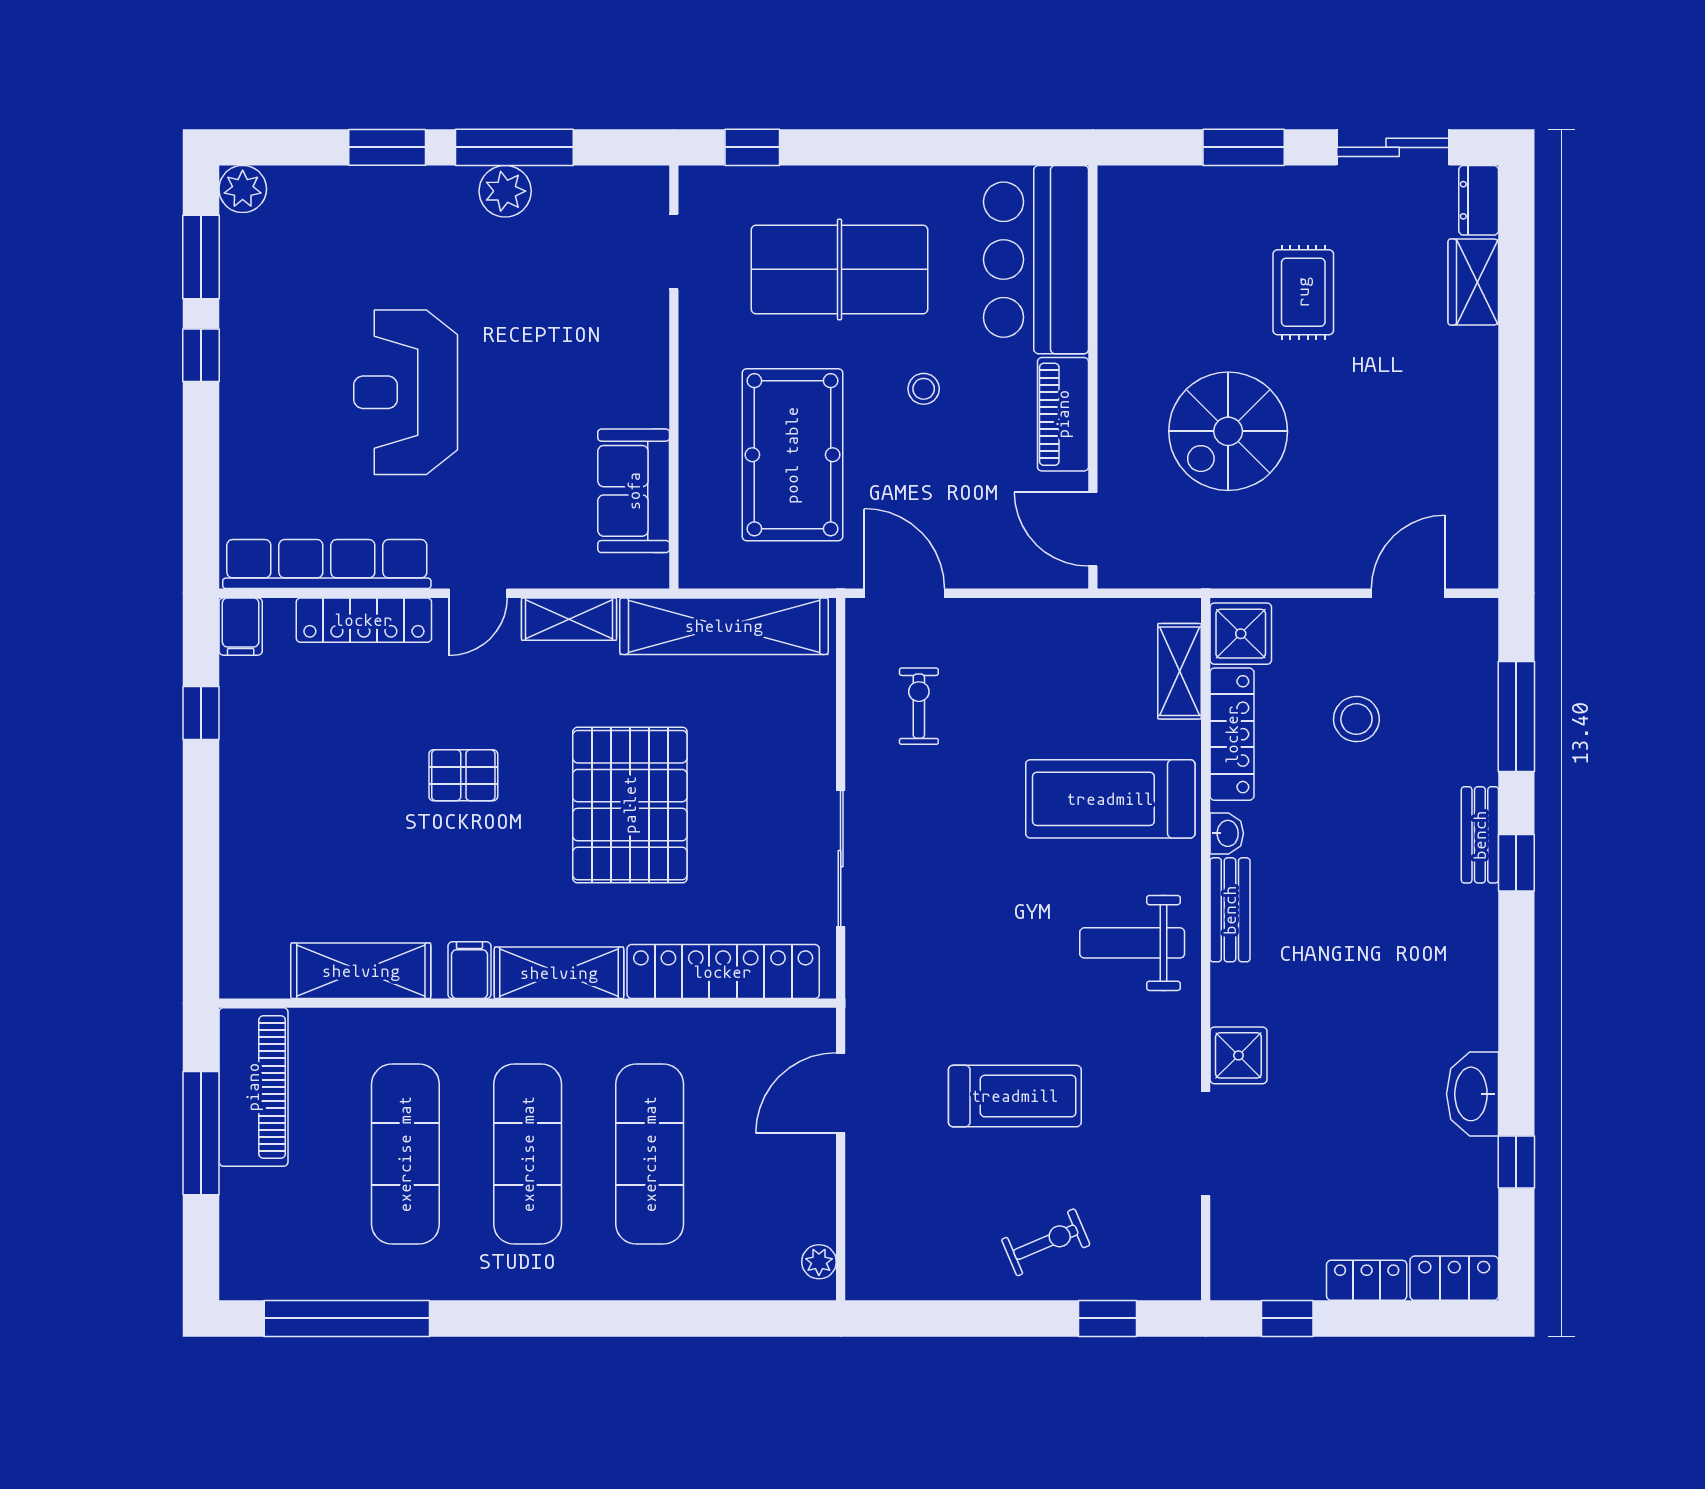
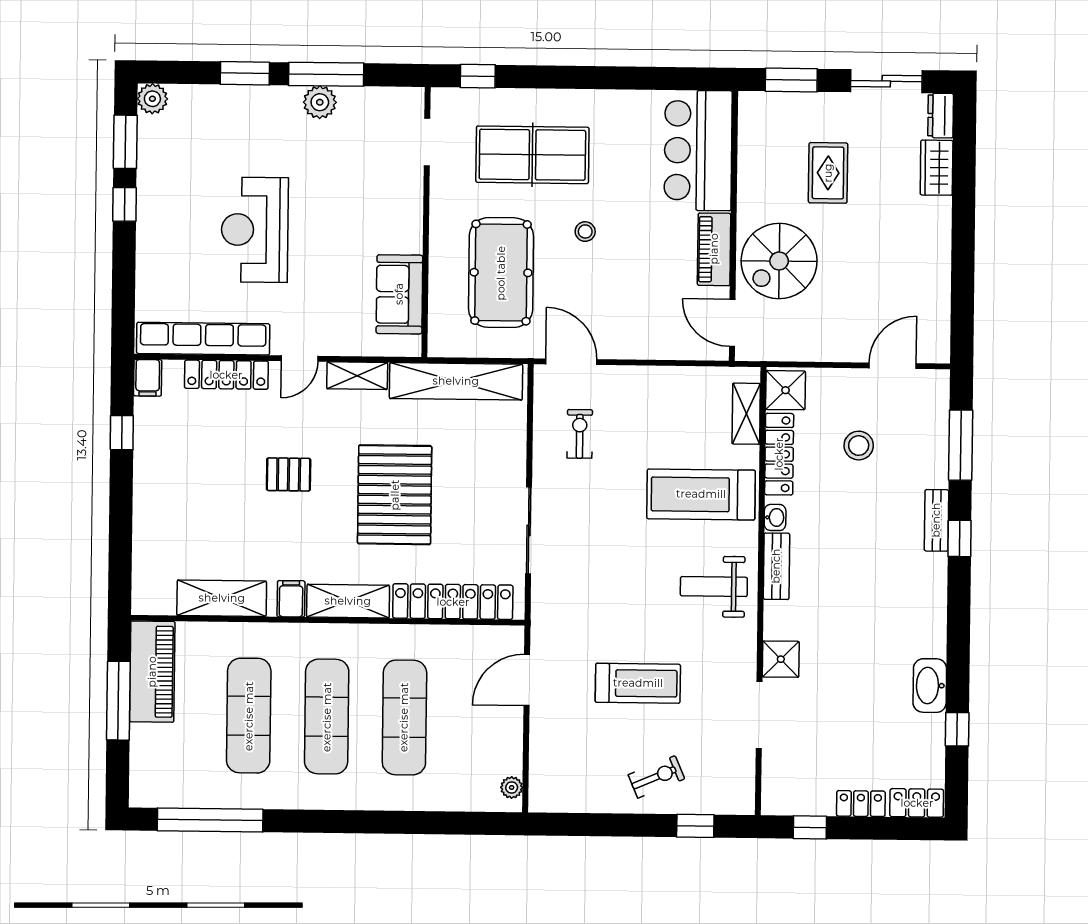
bar counter: (1036, 260) -> (698, 150), moved
wall: (1093, 377) -> (733, 226), moved
piano: (1063, 414) -> (714, 249), moved
door: (1093, 529) -> (732, 323), moved

